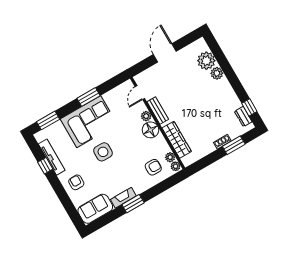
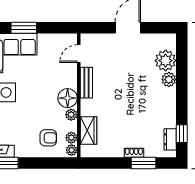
plant: (146, 116) -> (71, 115), moved
wardrobe: (177, 140) -> (89, 131), width x0.67

